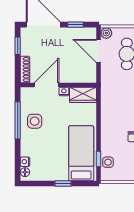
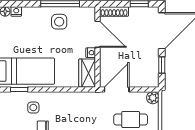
door: (99, 51) -> (117, 89), moved
side table: (108, 162) -> (33, 108), moved

